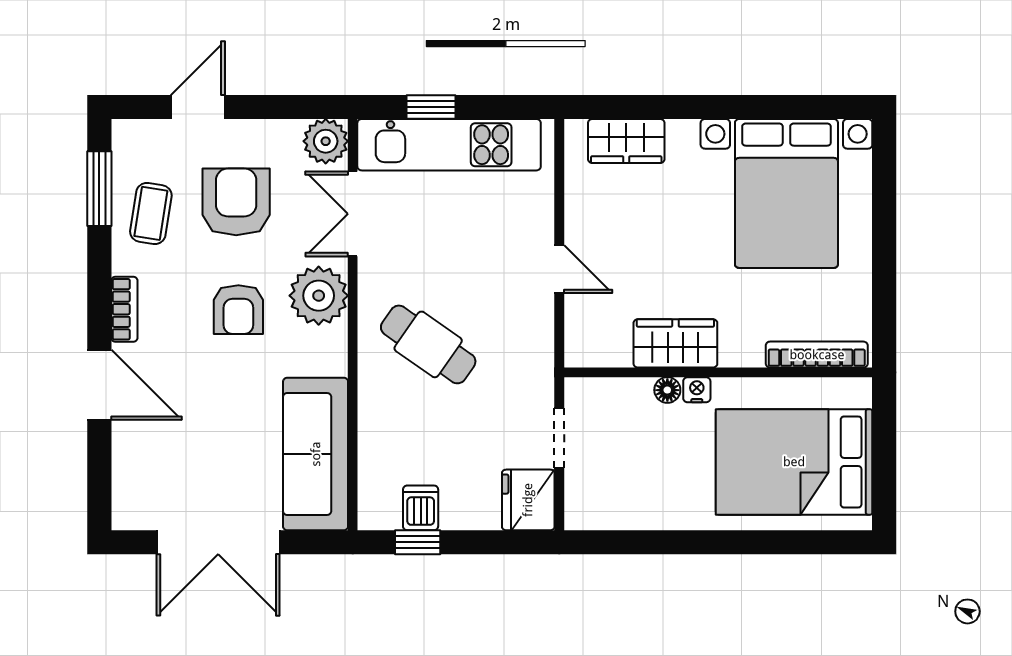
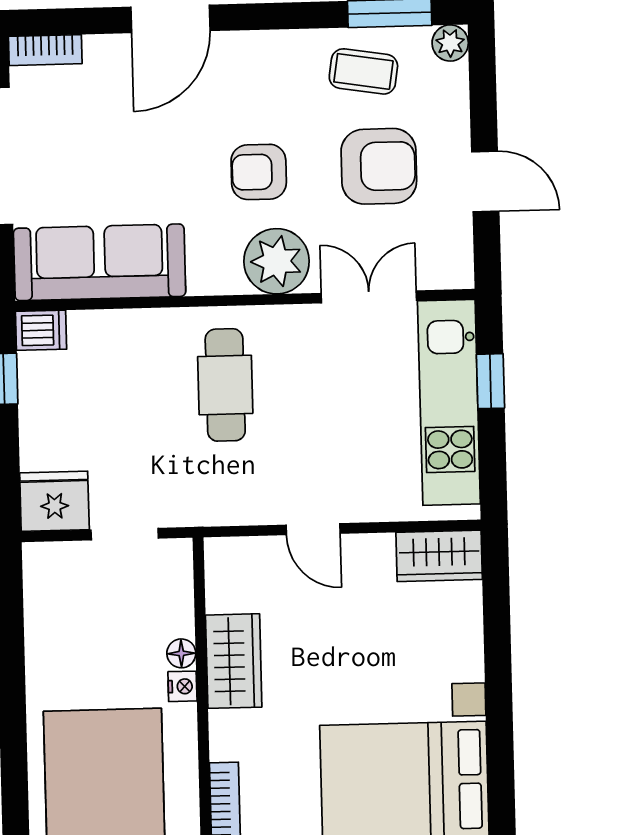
door: (198, 107) -> (485, 182), moved
plant: (326, 141) -> (450, 43), moved, width x0.73, depth x0.73
wardrobe: (626, 141) -> (439, 556), moved, turned -90
door: (559, 269) -> (313, 529), hinge flipped
bookcase: (124, 309) -> (45, 50), moved
cafe table: (428, 344) -> (225, 385), turned -35
dishwasher: (421, 508) -> (41, 330), moved

